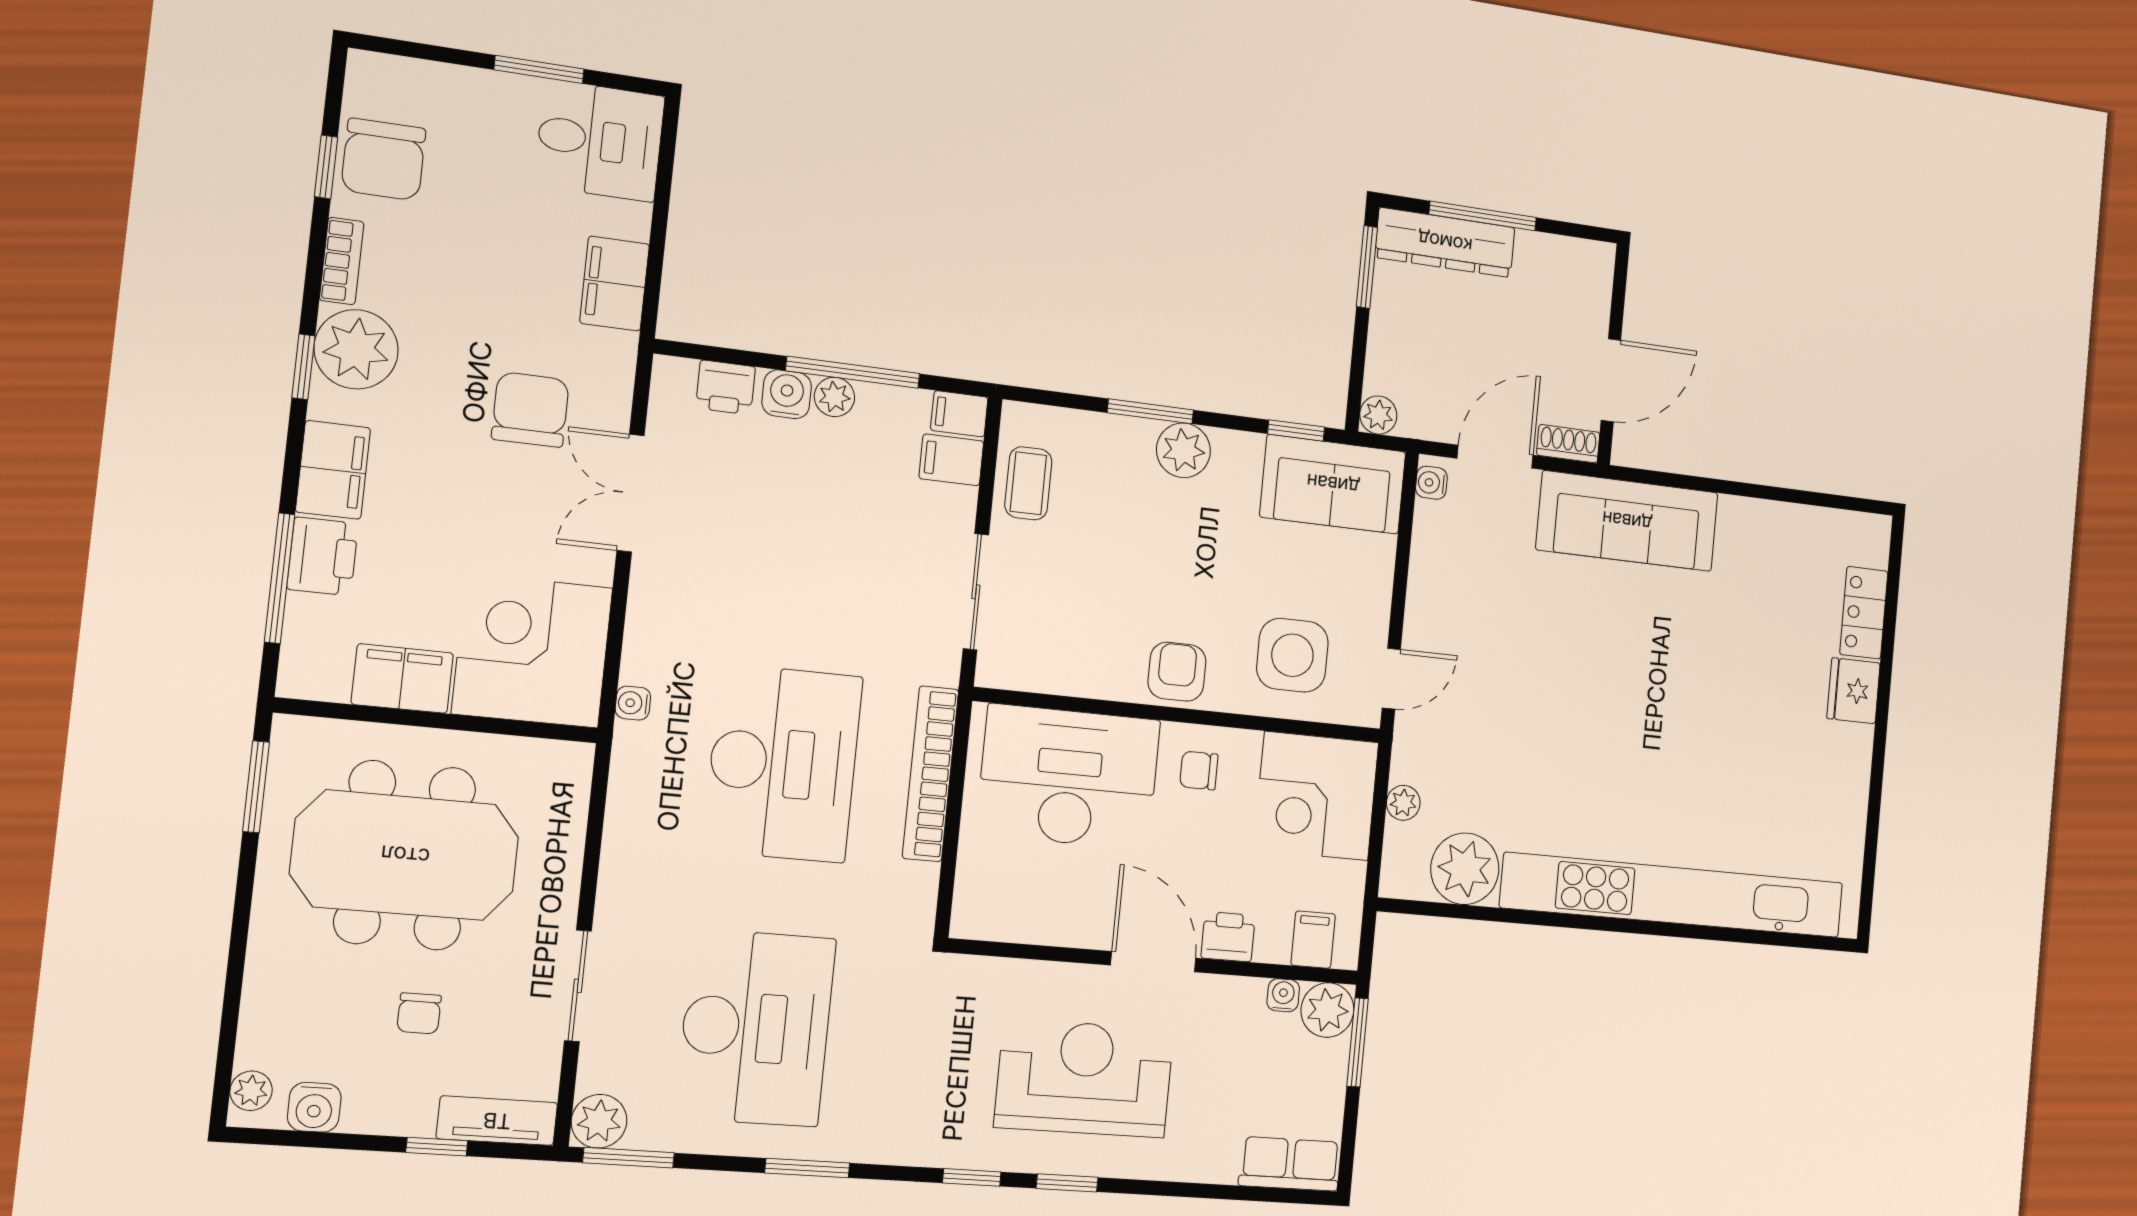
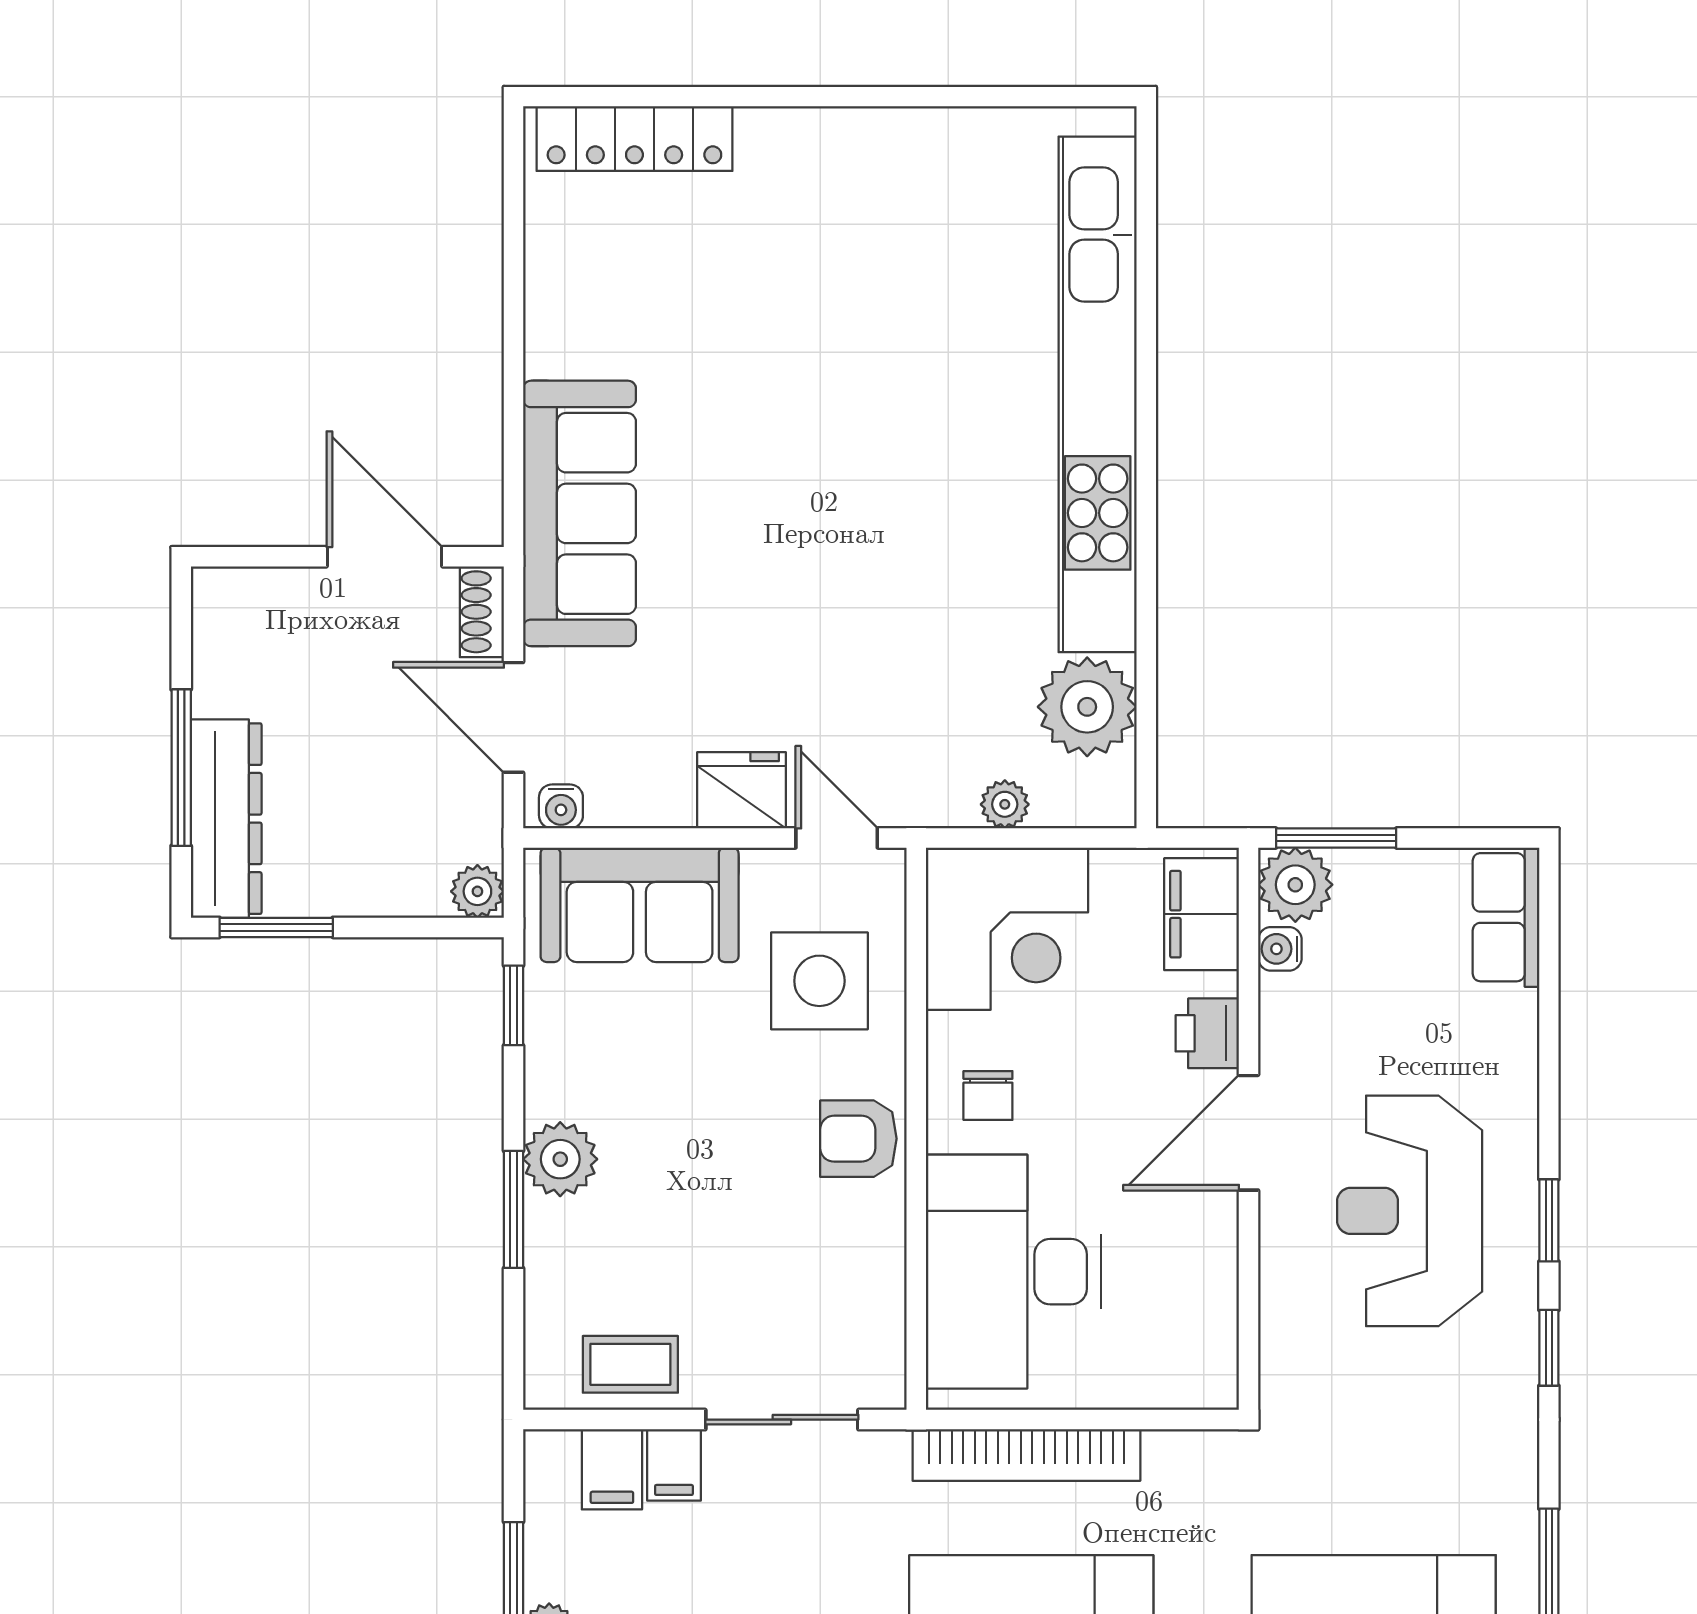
filing cabinet: (959, 414) -> (674, 1465), moved
sofa: (1333, 484) -> (640, 905), moved, turned 90
locker: (1864, 613) -> (634, 139), width x1.53
fridge: (1854, 691) -> (742, 790), moved, turned 180
filing cabinet: (1313, 940) -> (1202, 914), width x2.00

